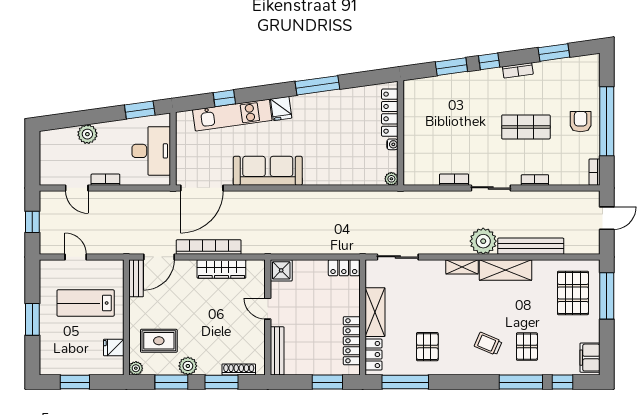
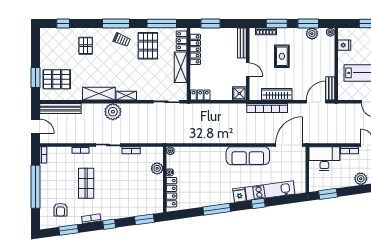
window: (451, 67) -> (144, 219), moved
window: (224, 98) -> (258, 204), moved
armchair: (581, 122) -> (60, 210), moved
shop shelf: (526, 127) -> (86, 183), turned 90
desk: (151, 151) -> (324, 159), moved, turned 90
plant: (413, 151) -> (157, 168), added
door: (607, 218) -> (36, 126), swing flipped
bench: (531, 246) -> (61, 109), moved
bookcase: (209, 247) -> (267, 108), moved
pallet: (573, 293) -> (57, 79), turned 90
window: (607, 296) -> (36, 77), width x0.69
rug: (159, 341) -> (282, 56), moved, turned 90
trolley: (488, 344) -> (122, 40), moved
pallet: (427, 347) -> (148, 46), width x1.50, depth x1.42
filing cabinet: (590, 358) -> (46, 39), removed
plant: (188, 366) -> (312, 34), moved
window: (521, 382) -> (116, 23), moved

